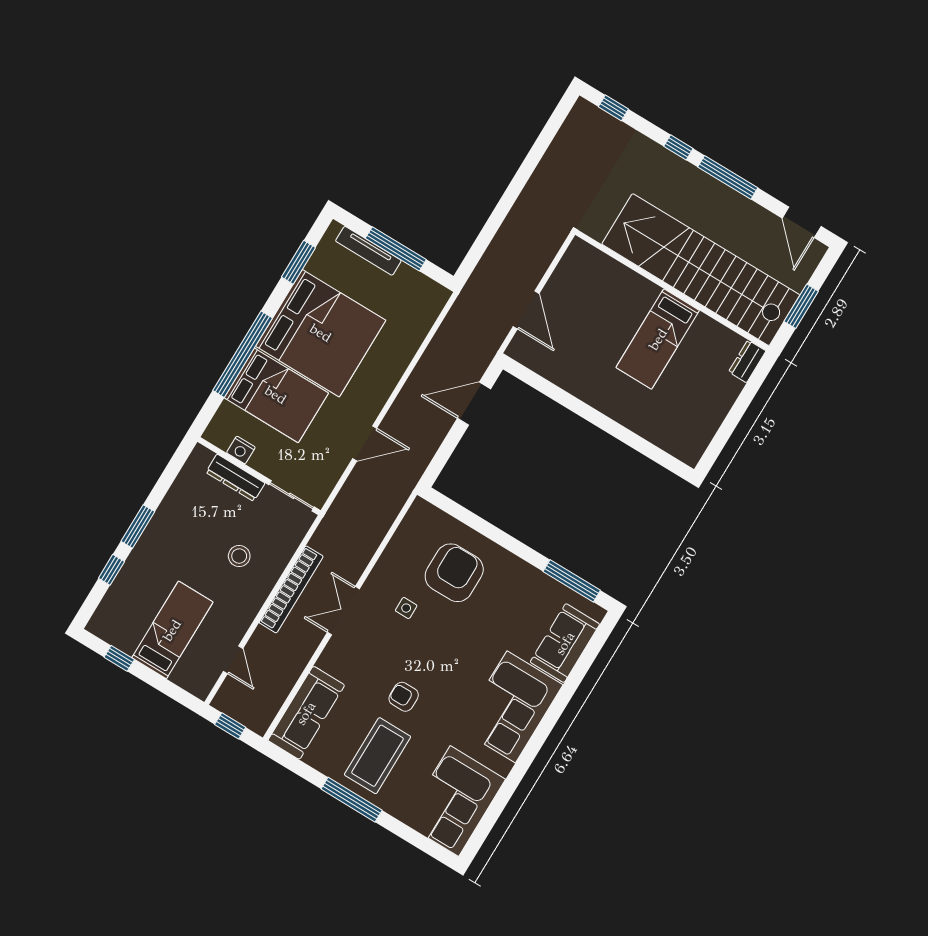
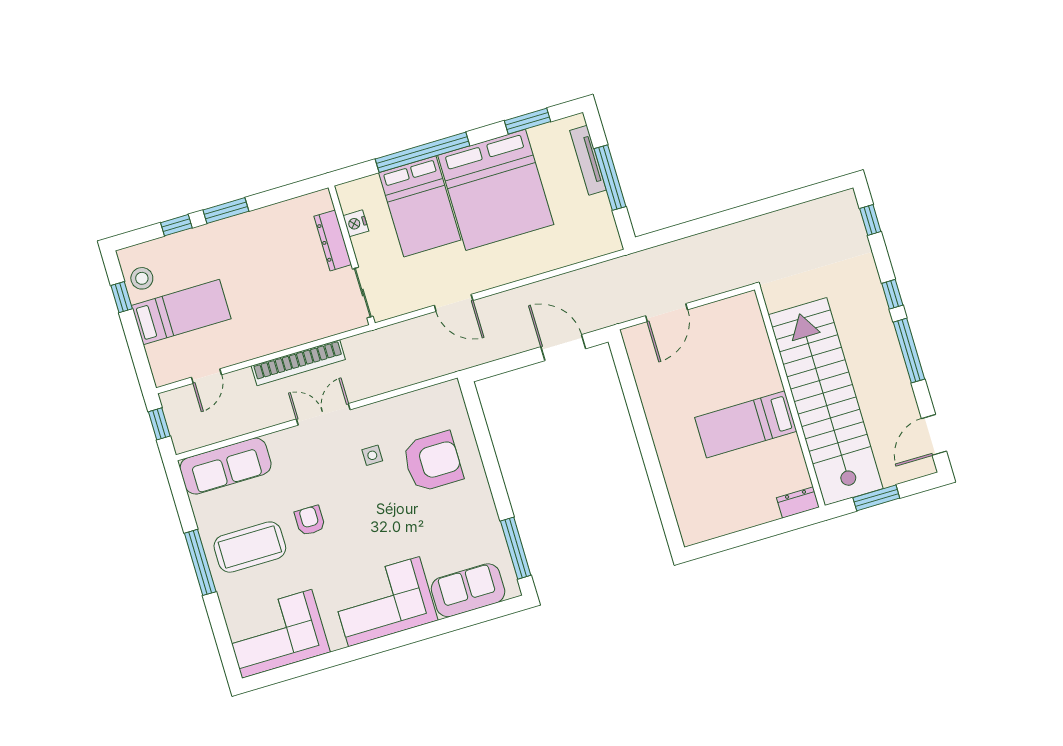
stool: (239, 556) -> (142, 278), moved

